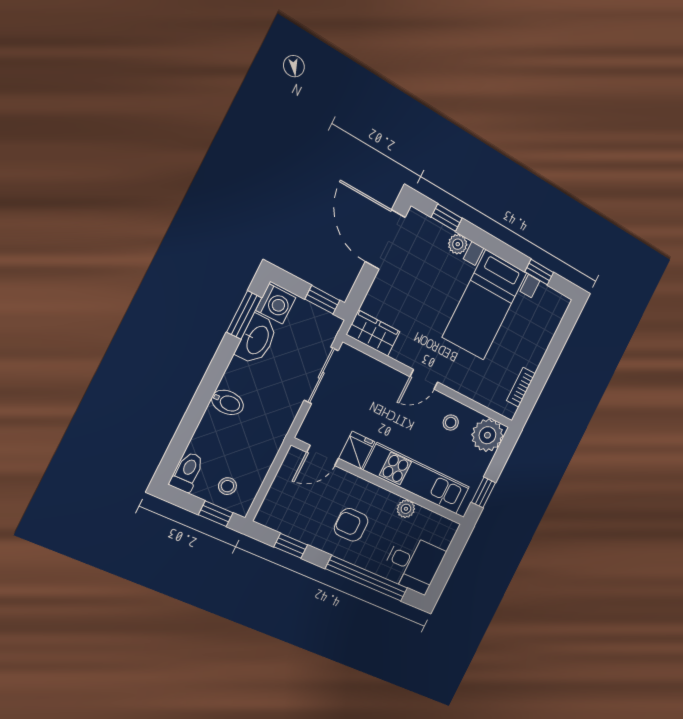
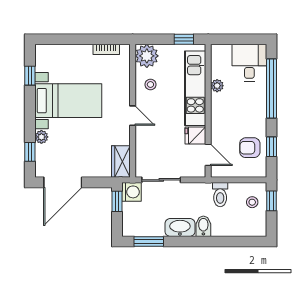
washing machine: (276, 304) -> (131, 192), moved, turned 90
washbasin: (257, 340) -> (180, 227), moved
toilet: (187, 472) -> (220, 195), moved, turned -90
armchair: (351, 525) -> (250, 148), moved, turned 90

